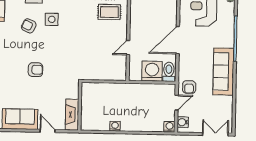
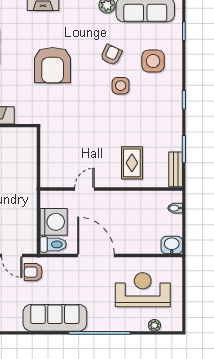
door: (128, 48) -> (85, 189), hinge flipped
armchair: (35, 70) -> (53, 65), width x1.88, depth x1.88

